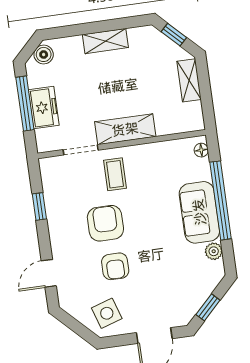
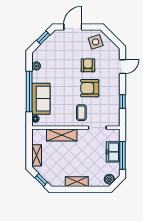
shelving: (125, 129) -> (62, 135), moved
sofa: (199, 212) -> (41, 99), moved
armchair: (105, 223) -> (90, 88), turned 90

